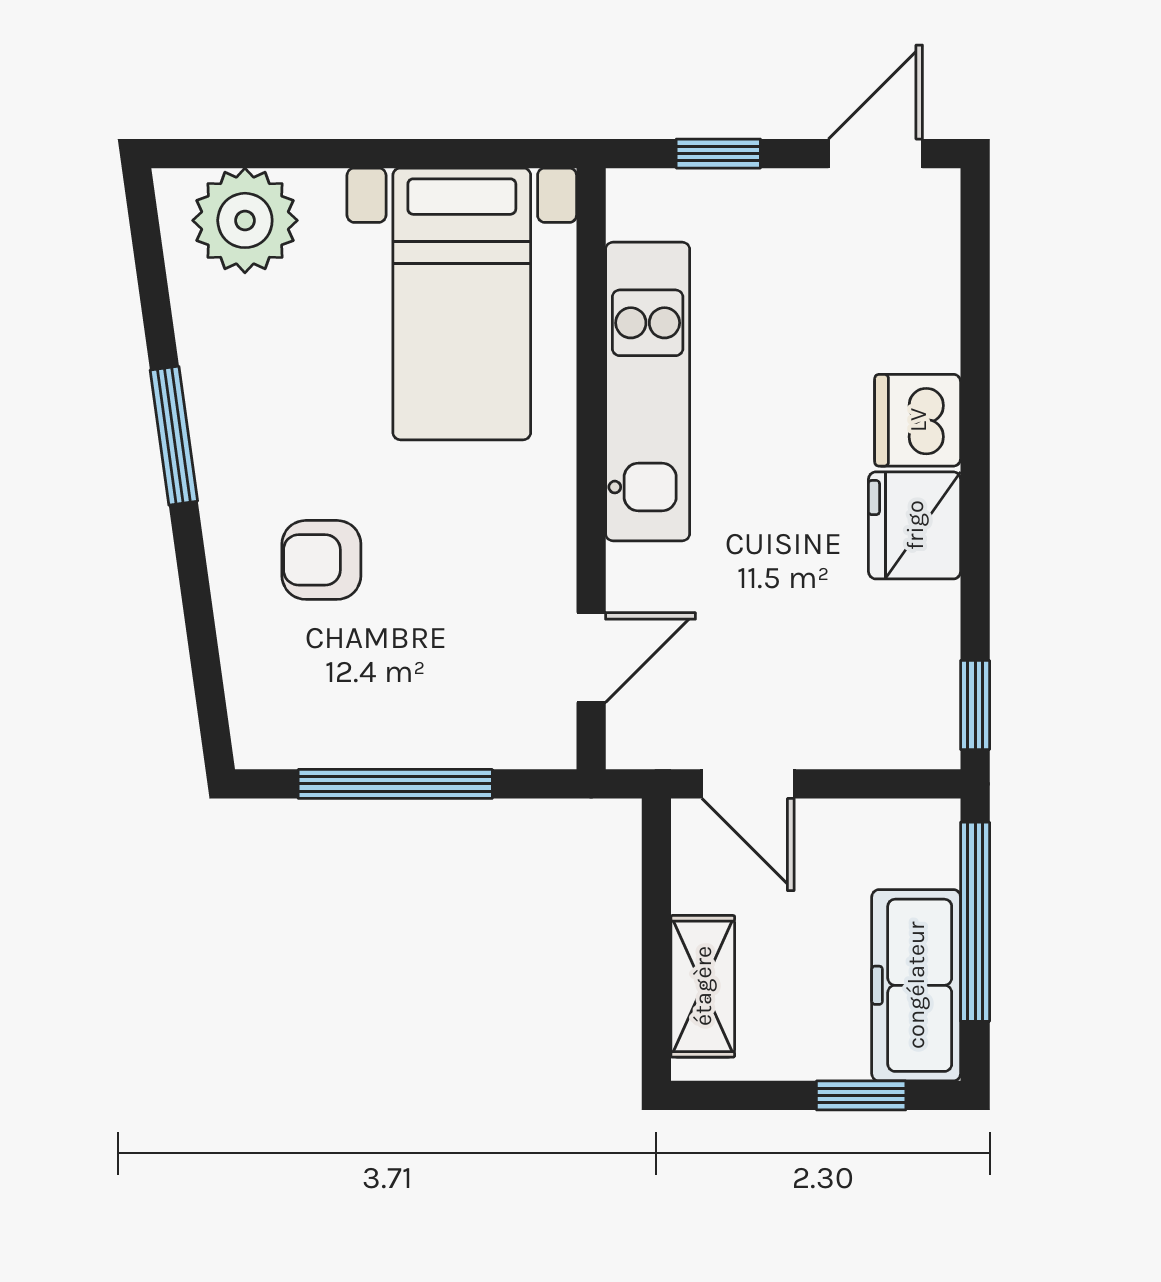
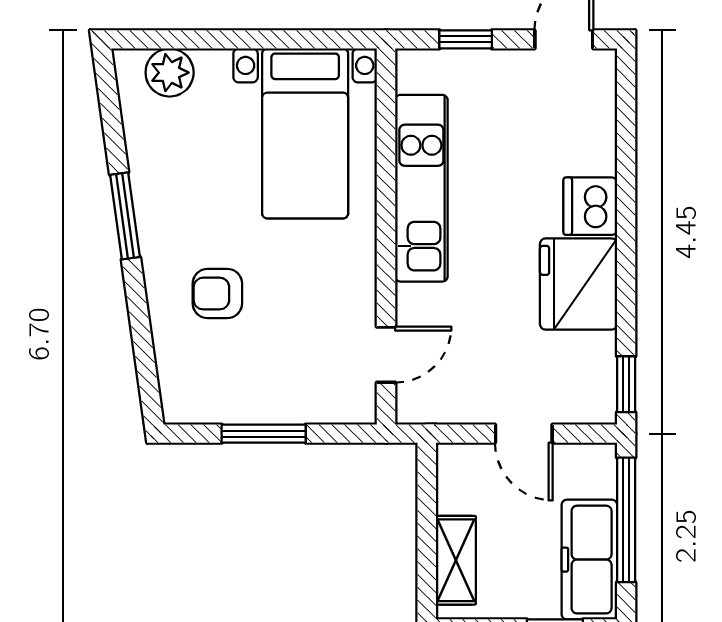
plant: (245, 220) -> (170, 73), width x0.73, depth x0.73
fridge: (915, 525) -> (579, 284), width x1.36, depth x1.34
window: (395, 784) -> (264, 434), width x0.69
door: (748, 784) -> (524, 434), moved

